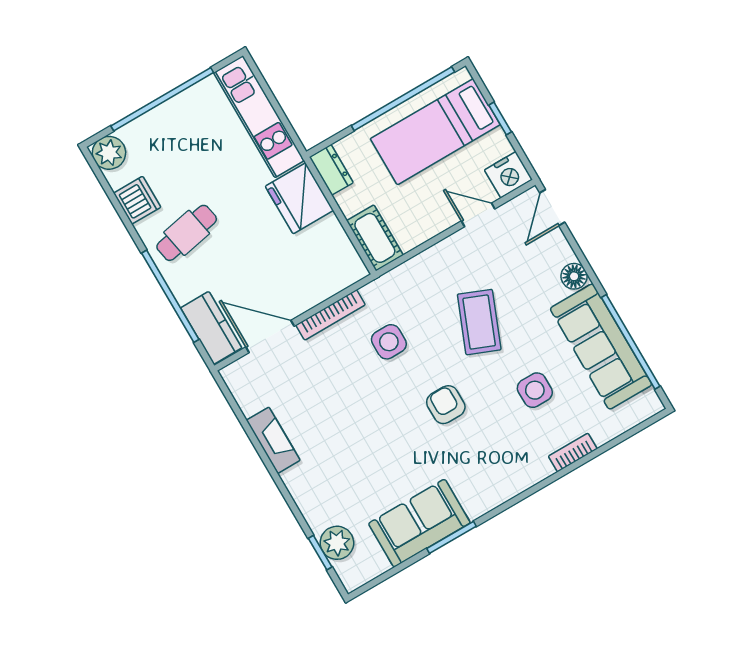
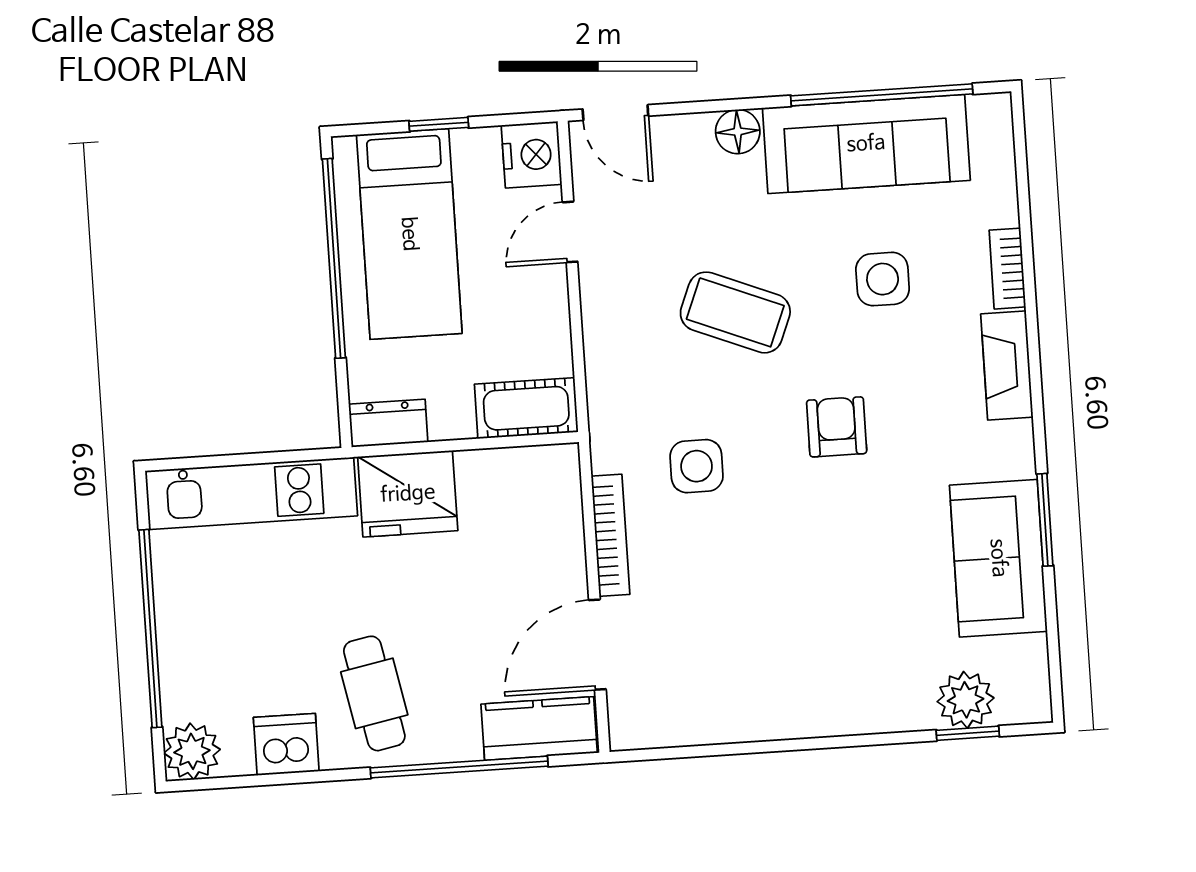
armchair: (446, 405) -> (837, 427), turned 90
fireplace: (273, 440) -> (1007, 366), moved, turned -90

